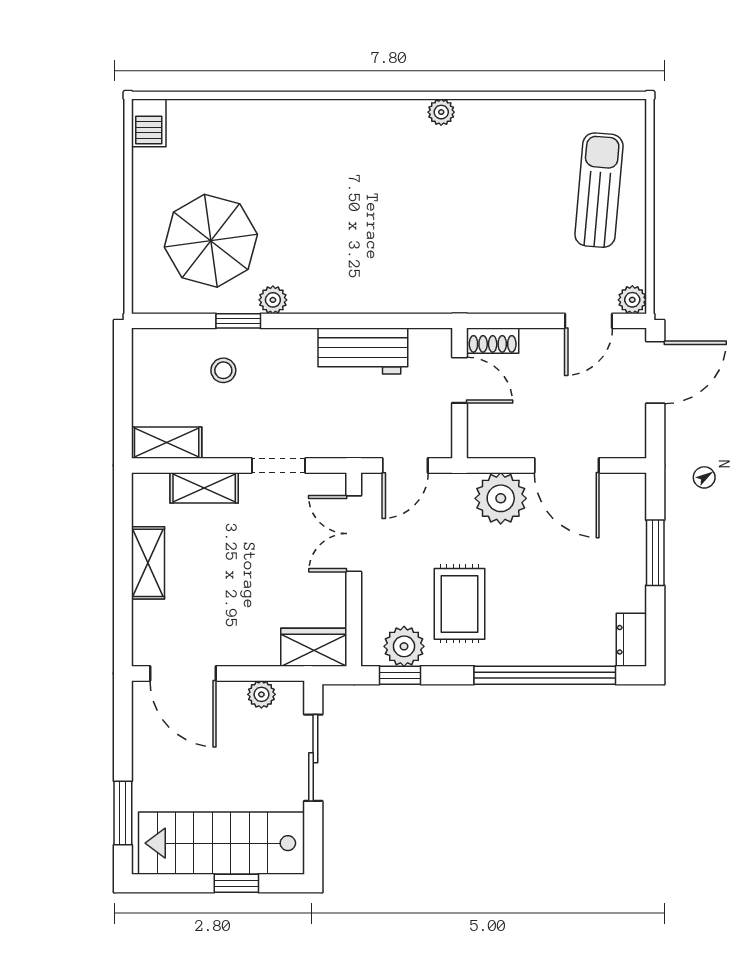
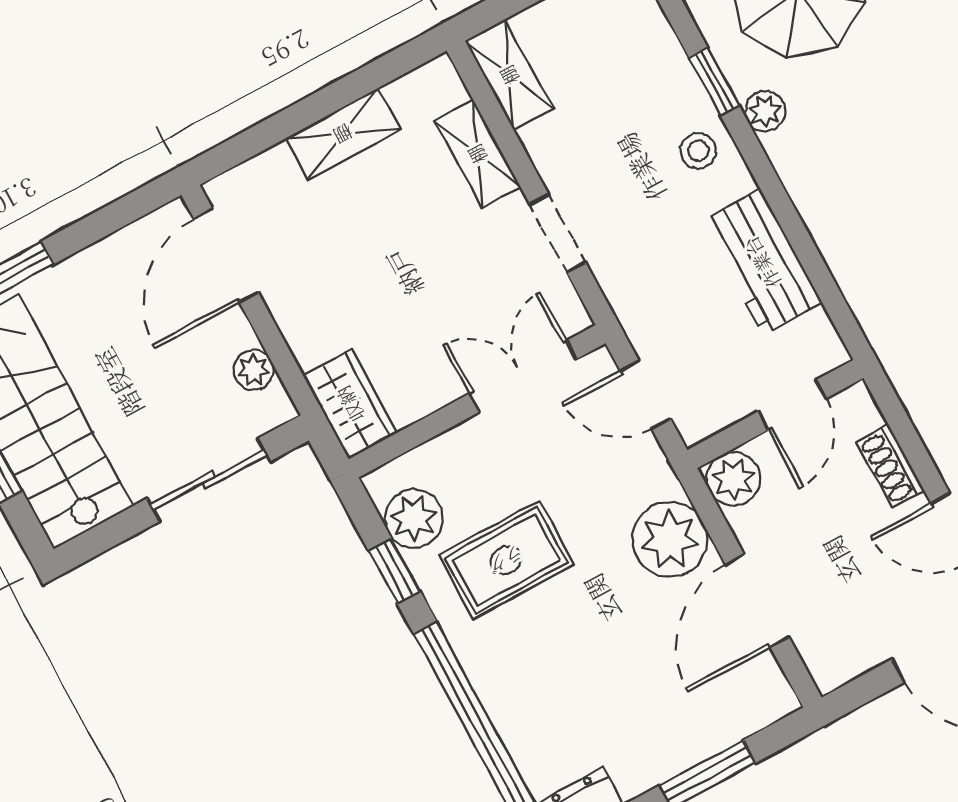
shoe rack: (493, 341) -> (890, 466), moved
stool: (223, 370) -> (698, 151), moved
plant: (485, 440) -> (733, 479), added
window: (400, 675) -> (395, 571), moved

